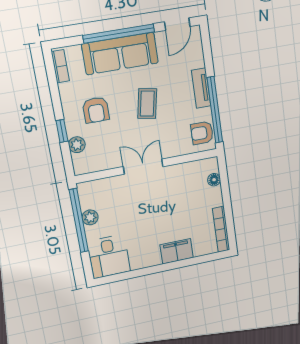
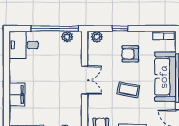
plant: (77, 145) -> (97, 37), moved
plant: (90, 217) -> (67, 37), moved

